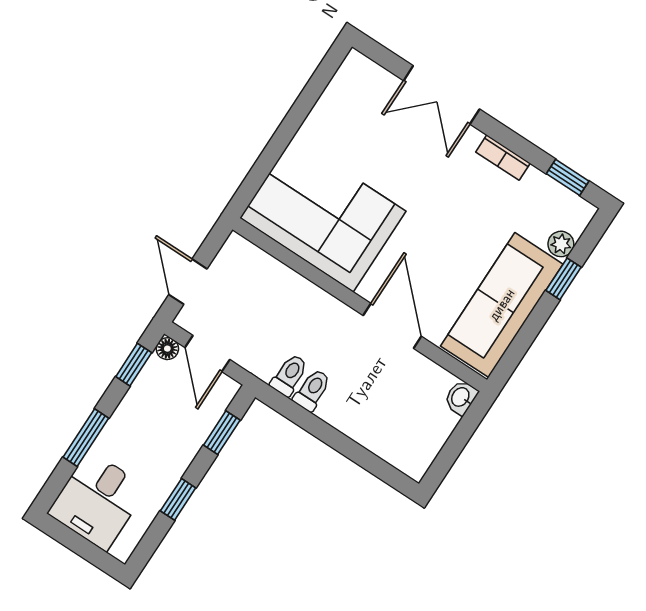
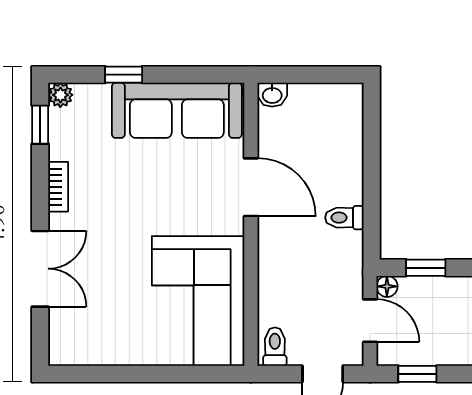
plant: (561, 244) -> (60, 95), moved
door: (392, 326) -> (251, 187), swing flipped
floor lamp: (167, 349) -> (387, 286), moved
door: (207, 354) -> (370, 321), hinge flipped
toilet: (289, 375) -> (275, 347), moved, turned 90

